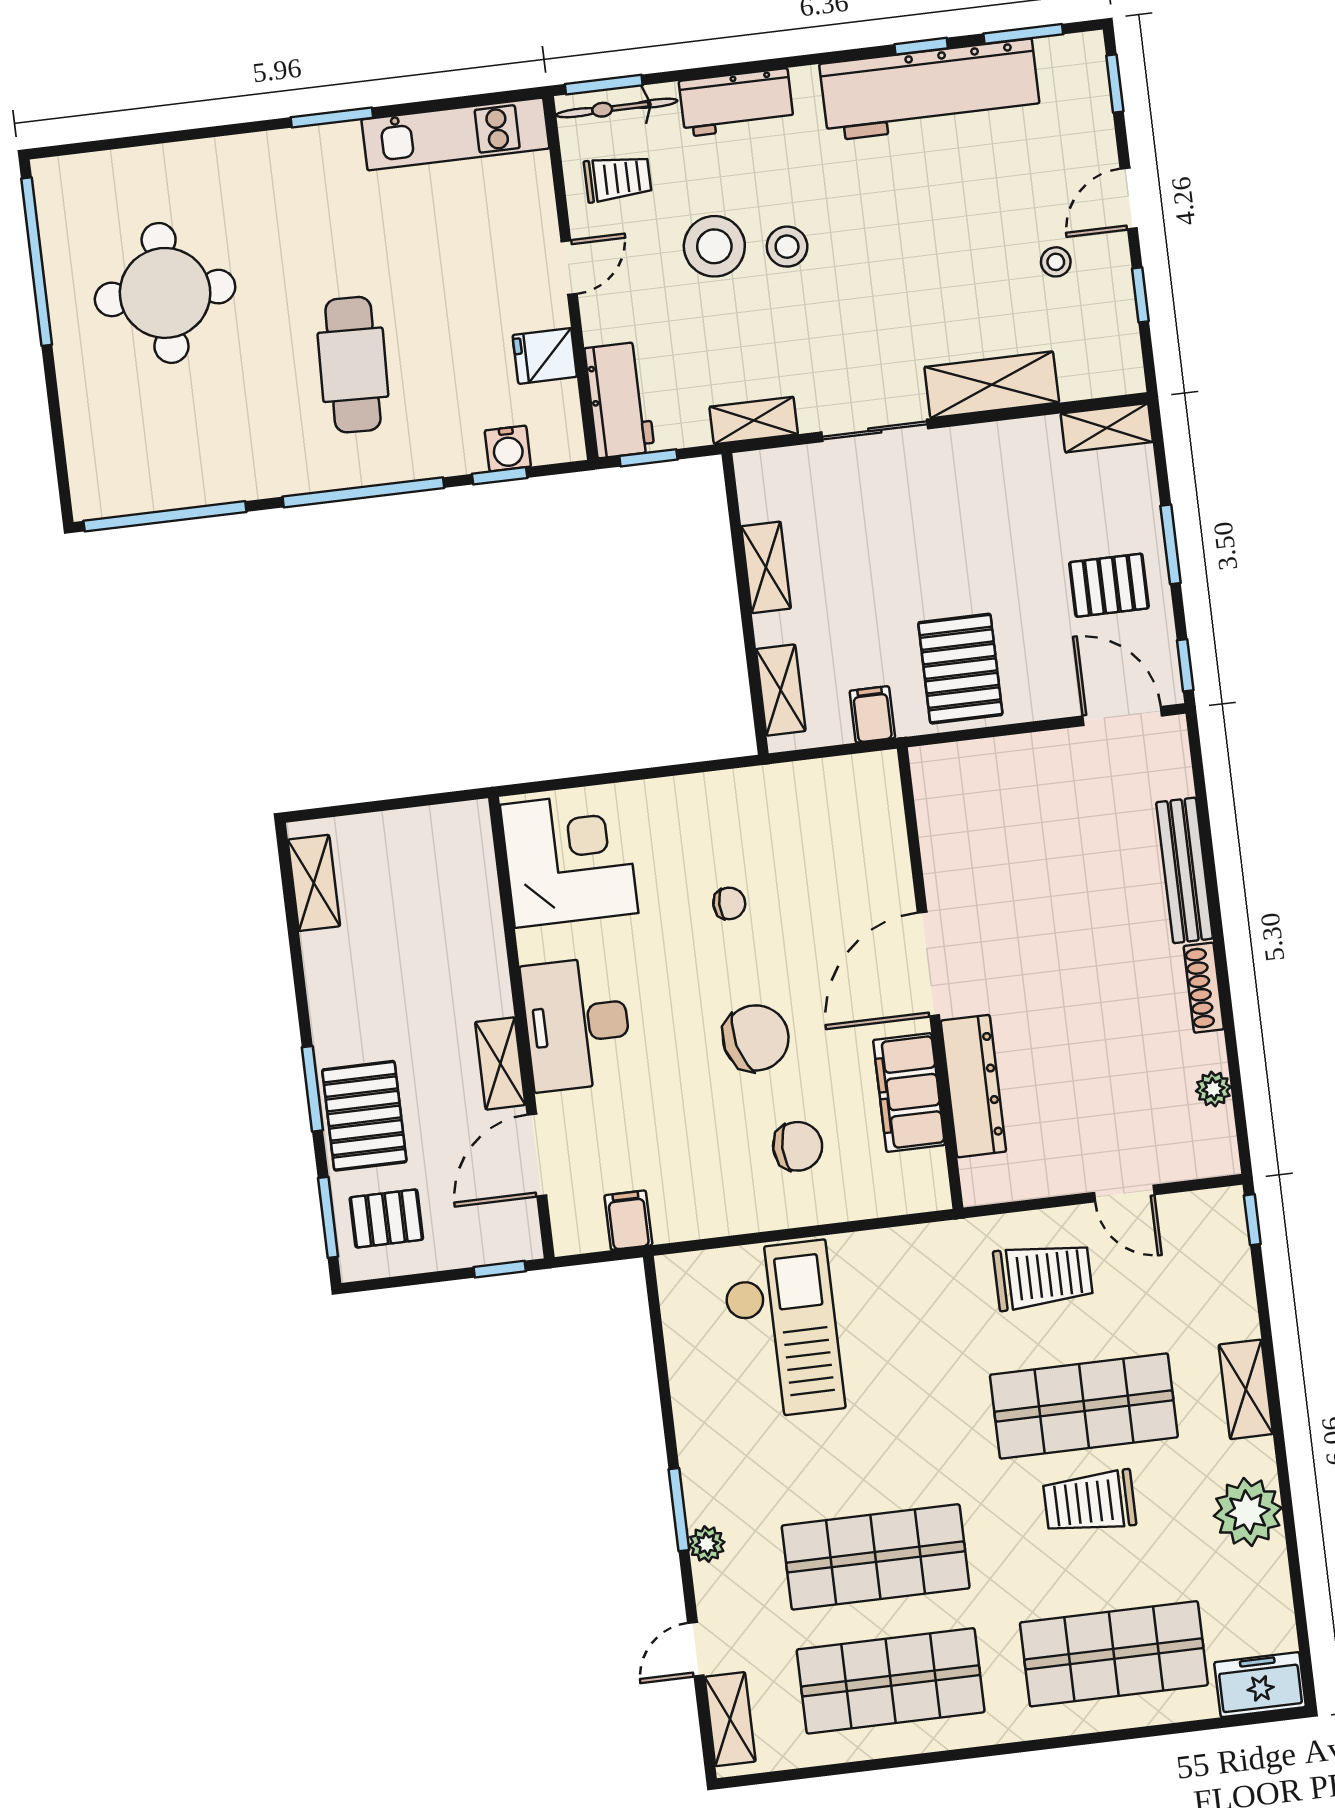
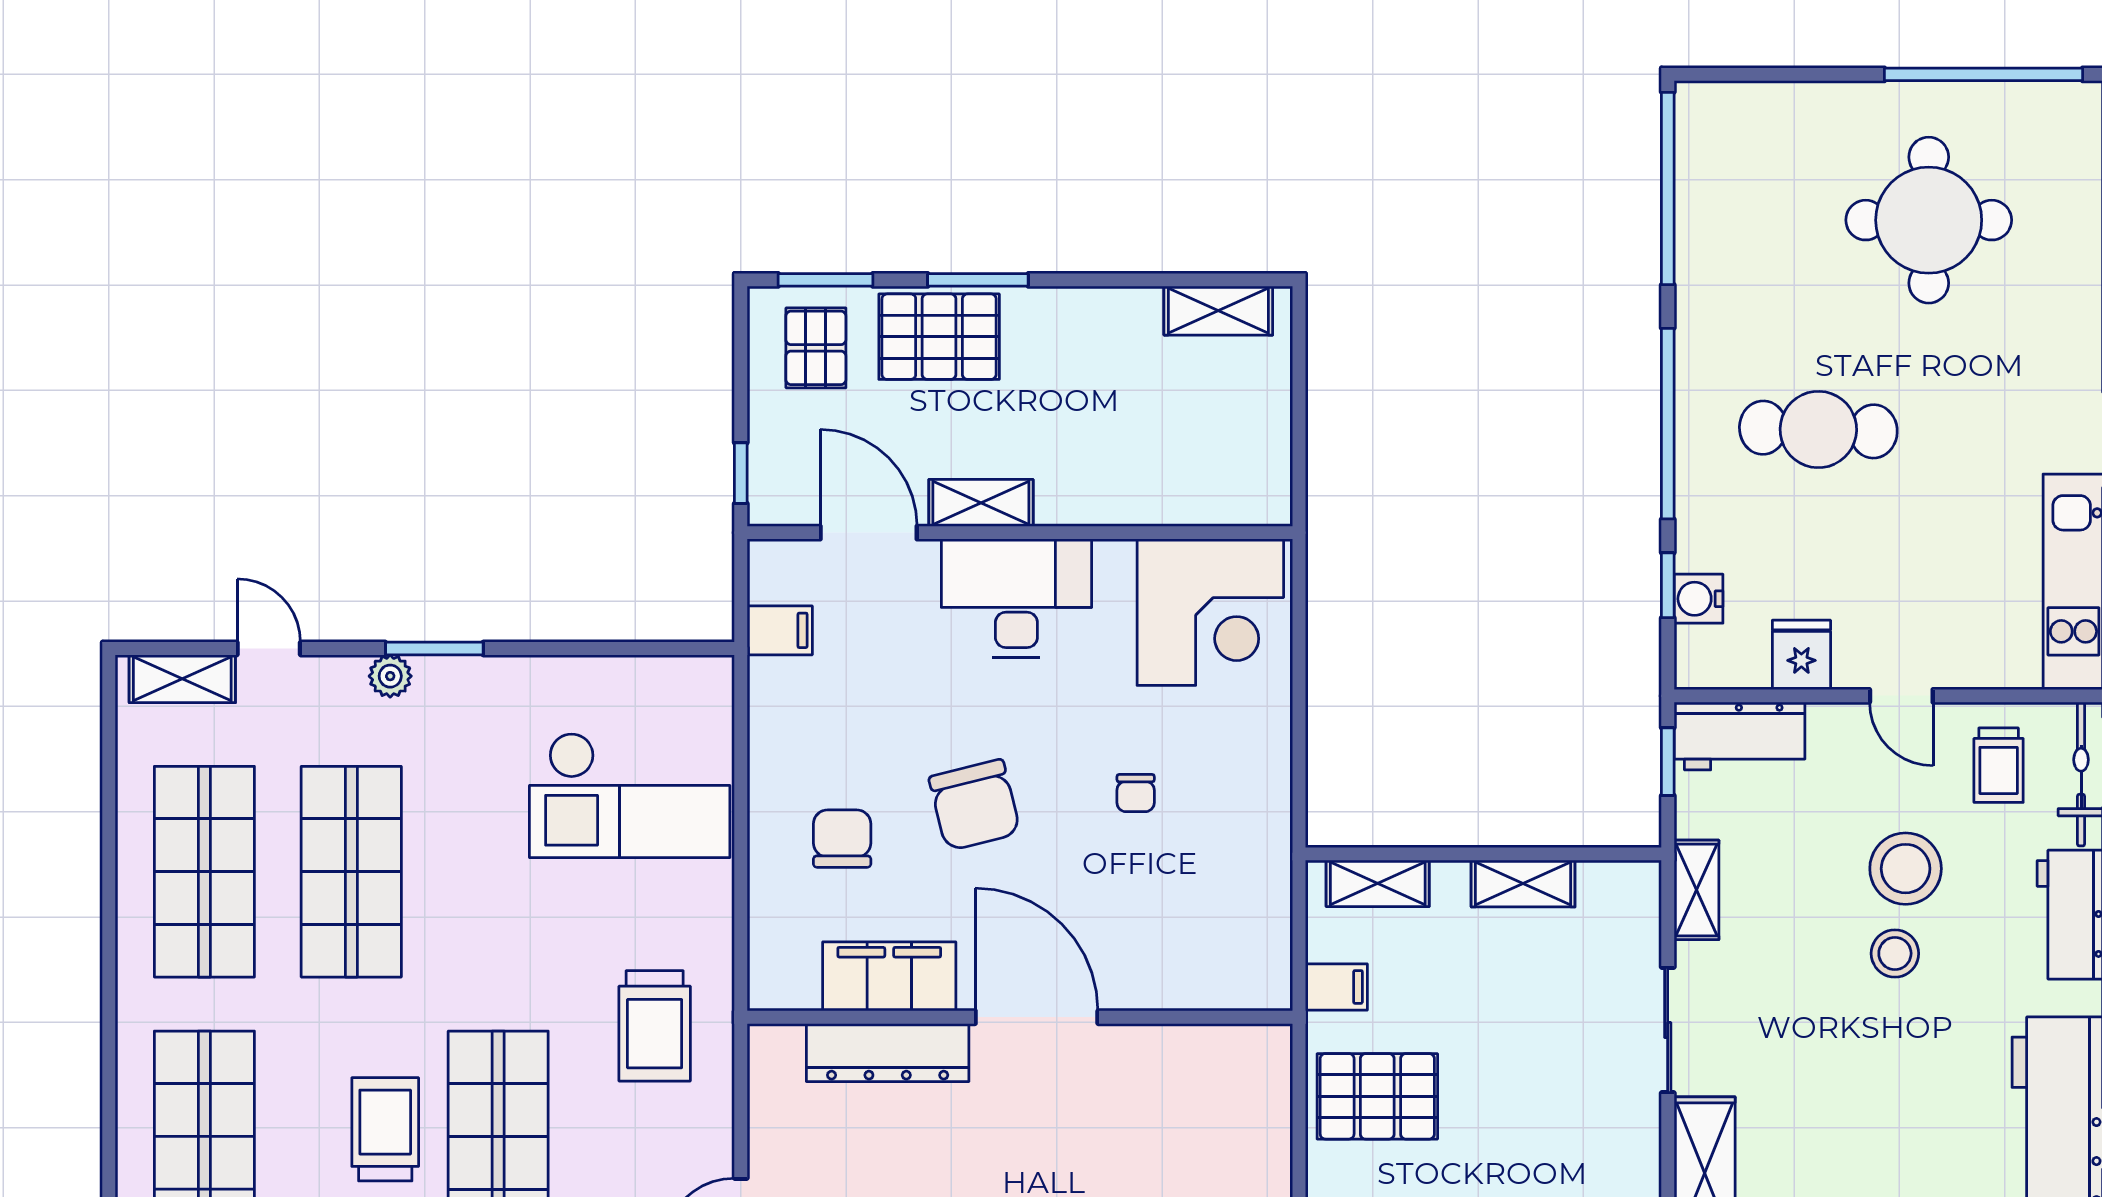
chair: (798, 1146) -> (842, 839), turned 180
trolley: (1043, 1276) -> (655, 1026), moved

